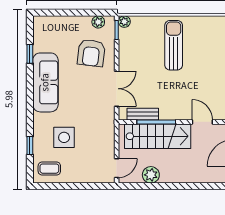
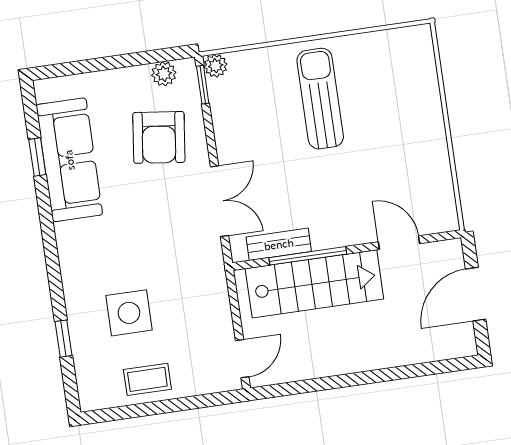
sofa: (45, 82) -> (69, 160), moved
coffee table: (49, 169) -> (147, 379), moved
plant: (151, 175) -> (312, 362), removed

